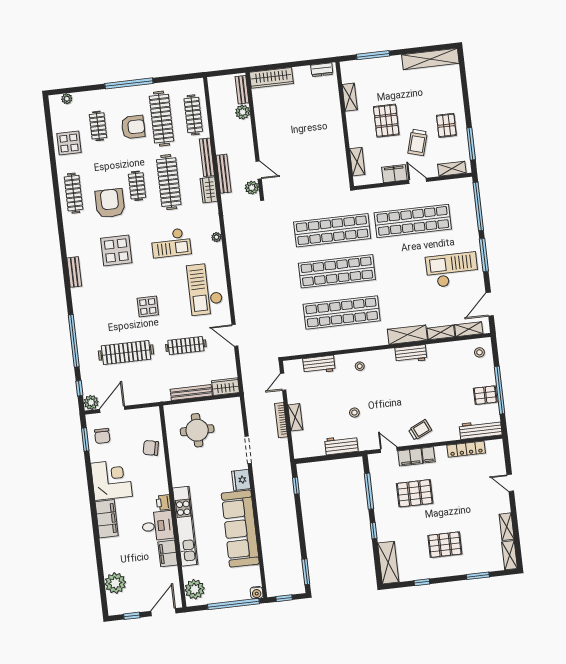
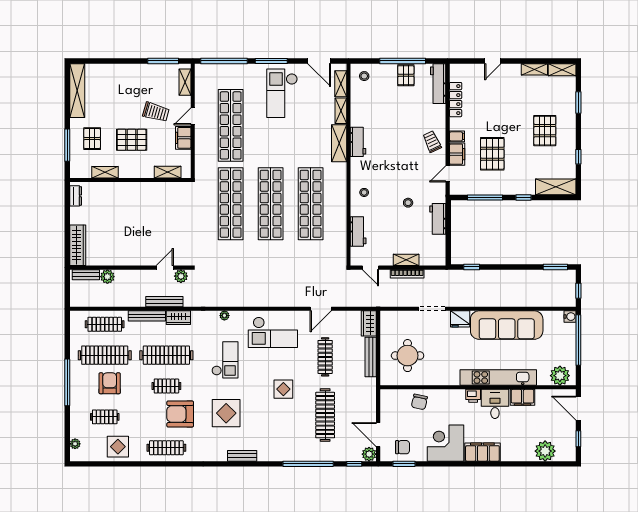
pallet: (446, 125) -> (92, 139), moved, turned 90

